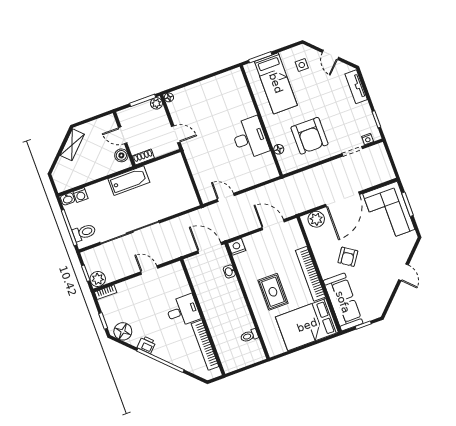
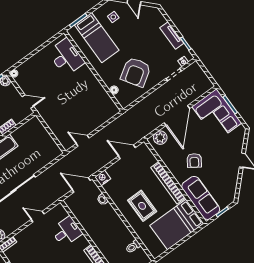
tv unit: (356, 87) -> (172, 35), moved
armchair: (309, 136) -> (136, 72), turned 57
desk: (250, 138) -> (66, 57), moved
desk: (183, 311) -> (67, 232), moved

